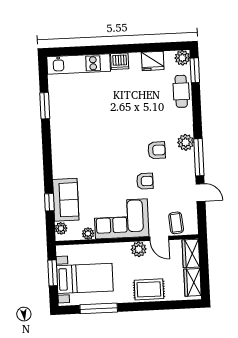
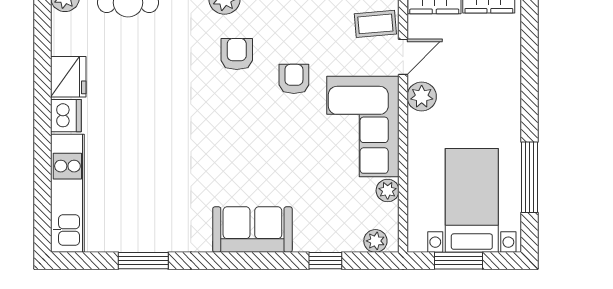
fridge: (153, 61) -> (68, 77), moved
sofa: (66, 200) -> (252, 230), moved
rug: (149, 289) -> (498, 81), removed

